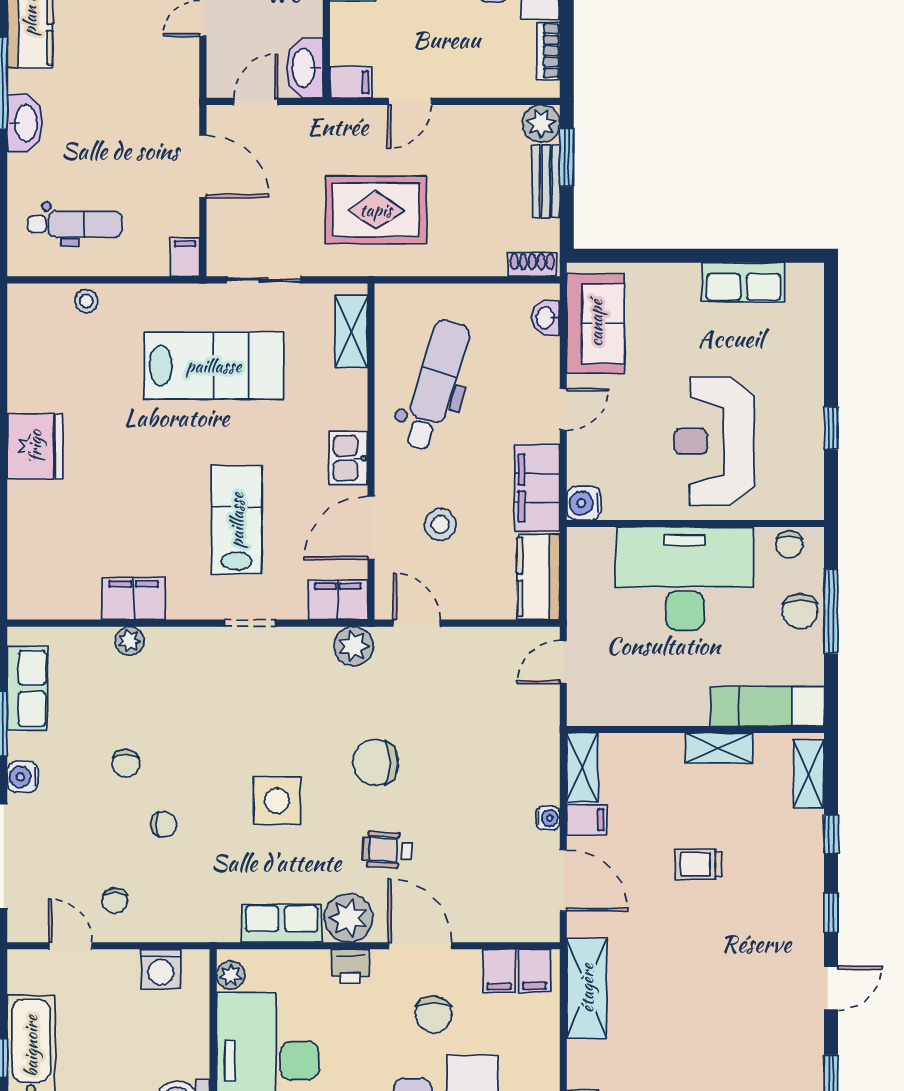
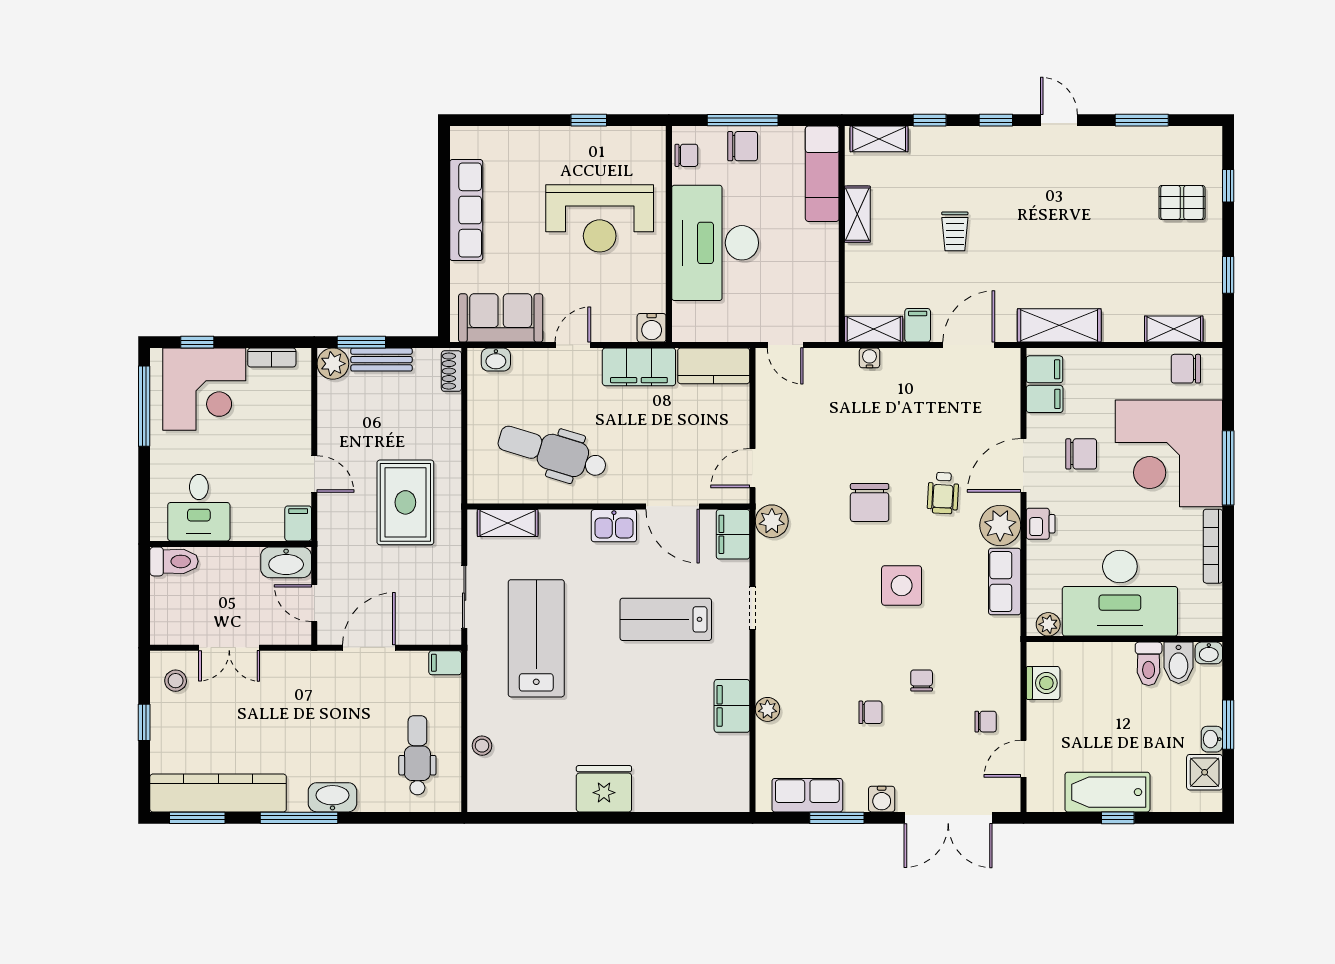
row of seats: (744, 282) -> (466, 210), width x1.48
door: (563, 409) -> (573, 345), hinge flipped
stool: (440, 525) -> (670, 448), removed
water cooler: (548, 818) -> (869, 358), moved

